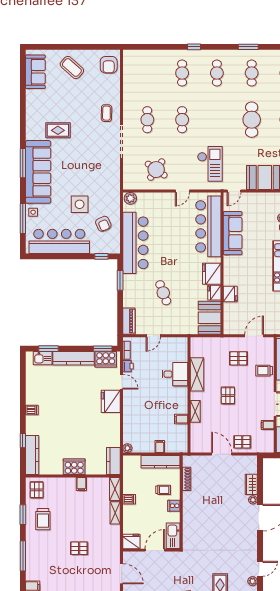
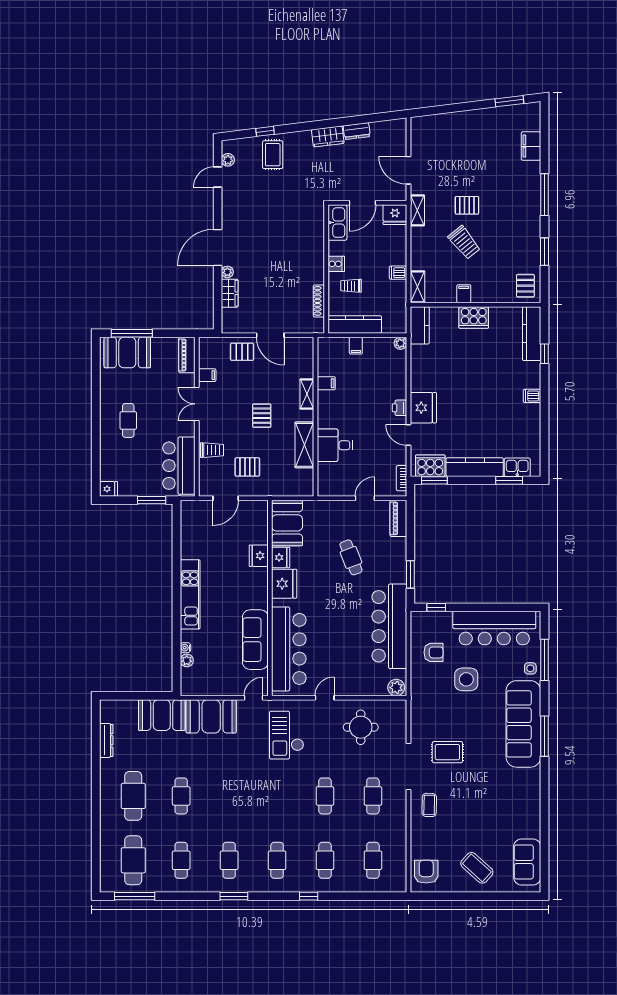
cafe table: (252, 120) -> (373, 860), moved, width x0.73, depth x0.74
rug: (58, 130) -> (447, 752), moved
round table: (156, 170) -> (361, 727), turned -35
armchair: (103, 224) -> (434, 652), turned 114
printer: (128, 366) -> (399, 408), moved
shelving: (115, 513) -> (417, 210), moved
trolley: (43, 519) -> (464, 242), moved, turned 141

